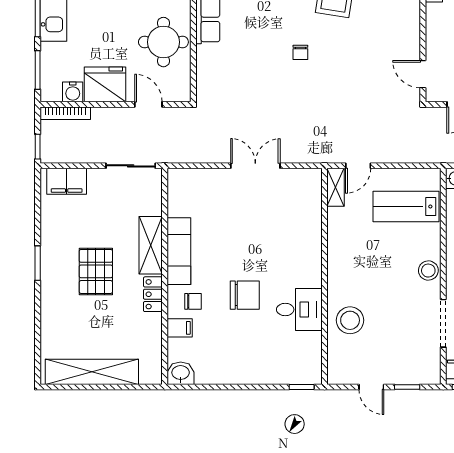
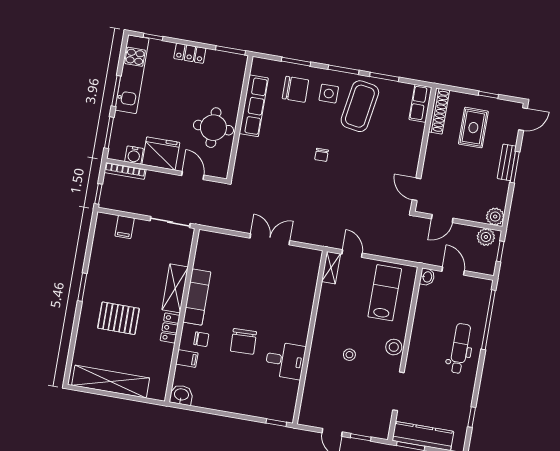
door: (358, 166) -> (352, 254), swing flipped
filing cabinet: (67, 181) -> (125, 227), width x0.50
lab bench: (406, 207) -> (385, 293), turned 90
pallet: (96, 271) -> (118, 318), moved, turned 90
chair: (245, 295) -> (243, 341), turned 88
stool: (350, 320) -> (349, 355), moved, width x0.53, depth x0.53

